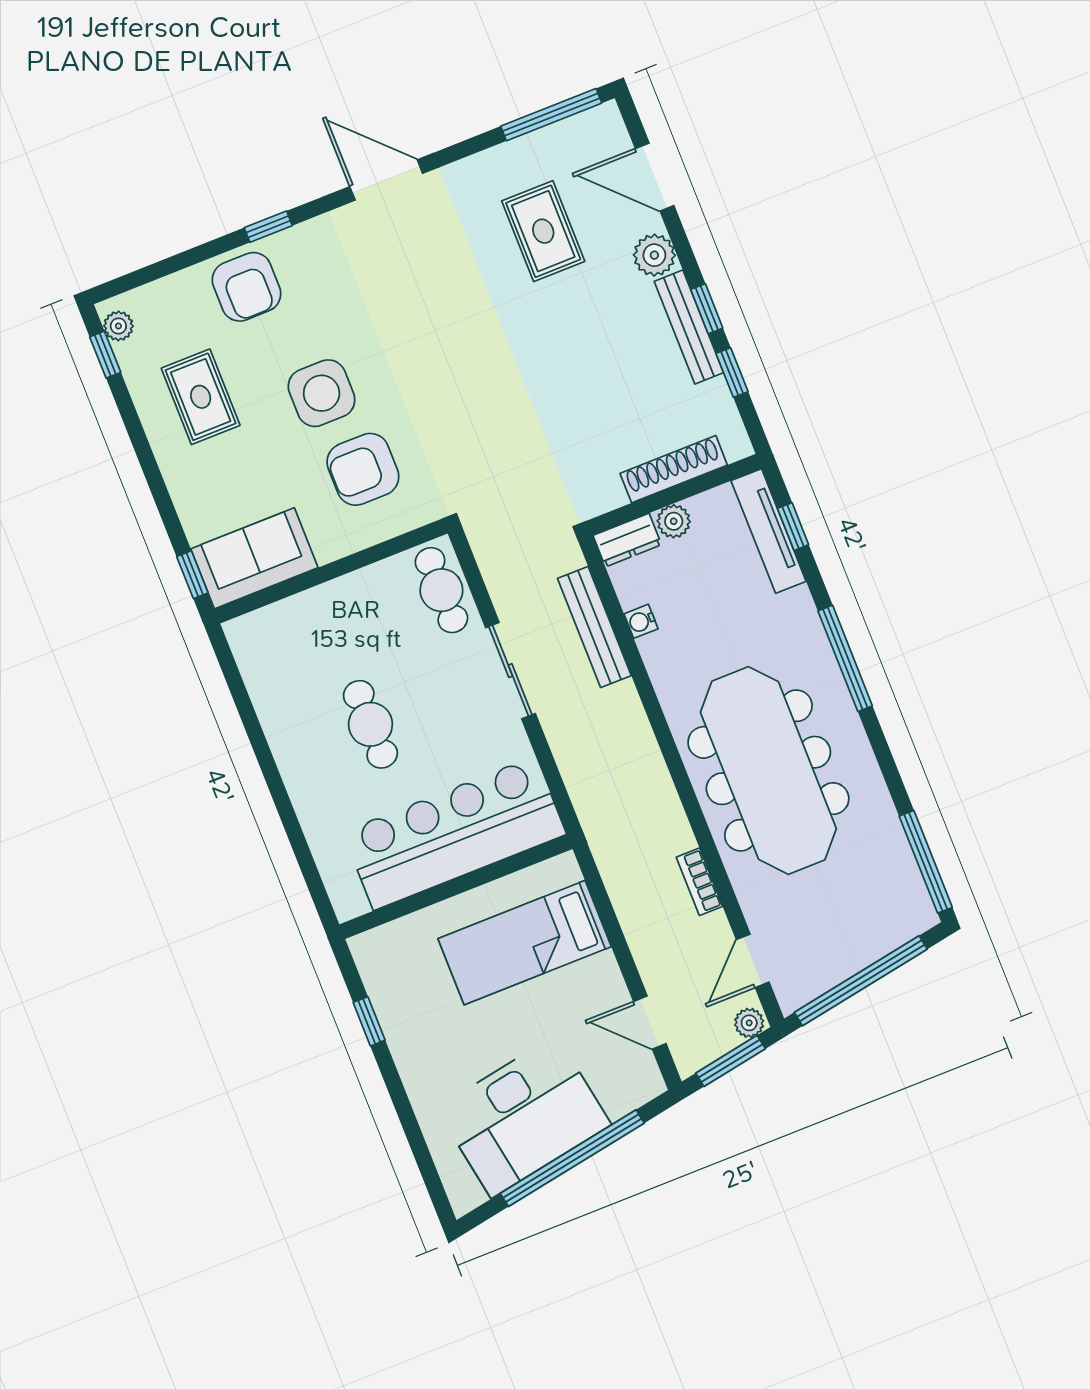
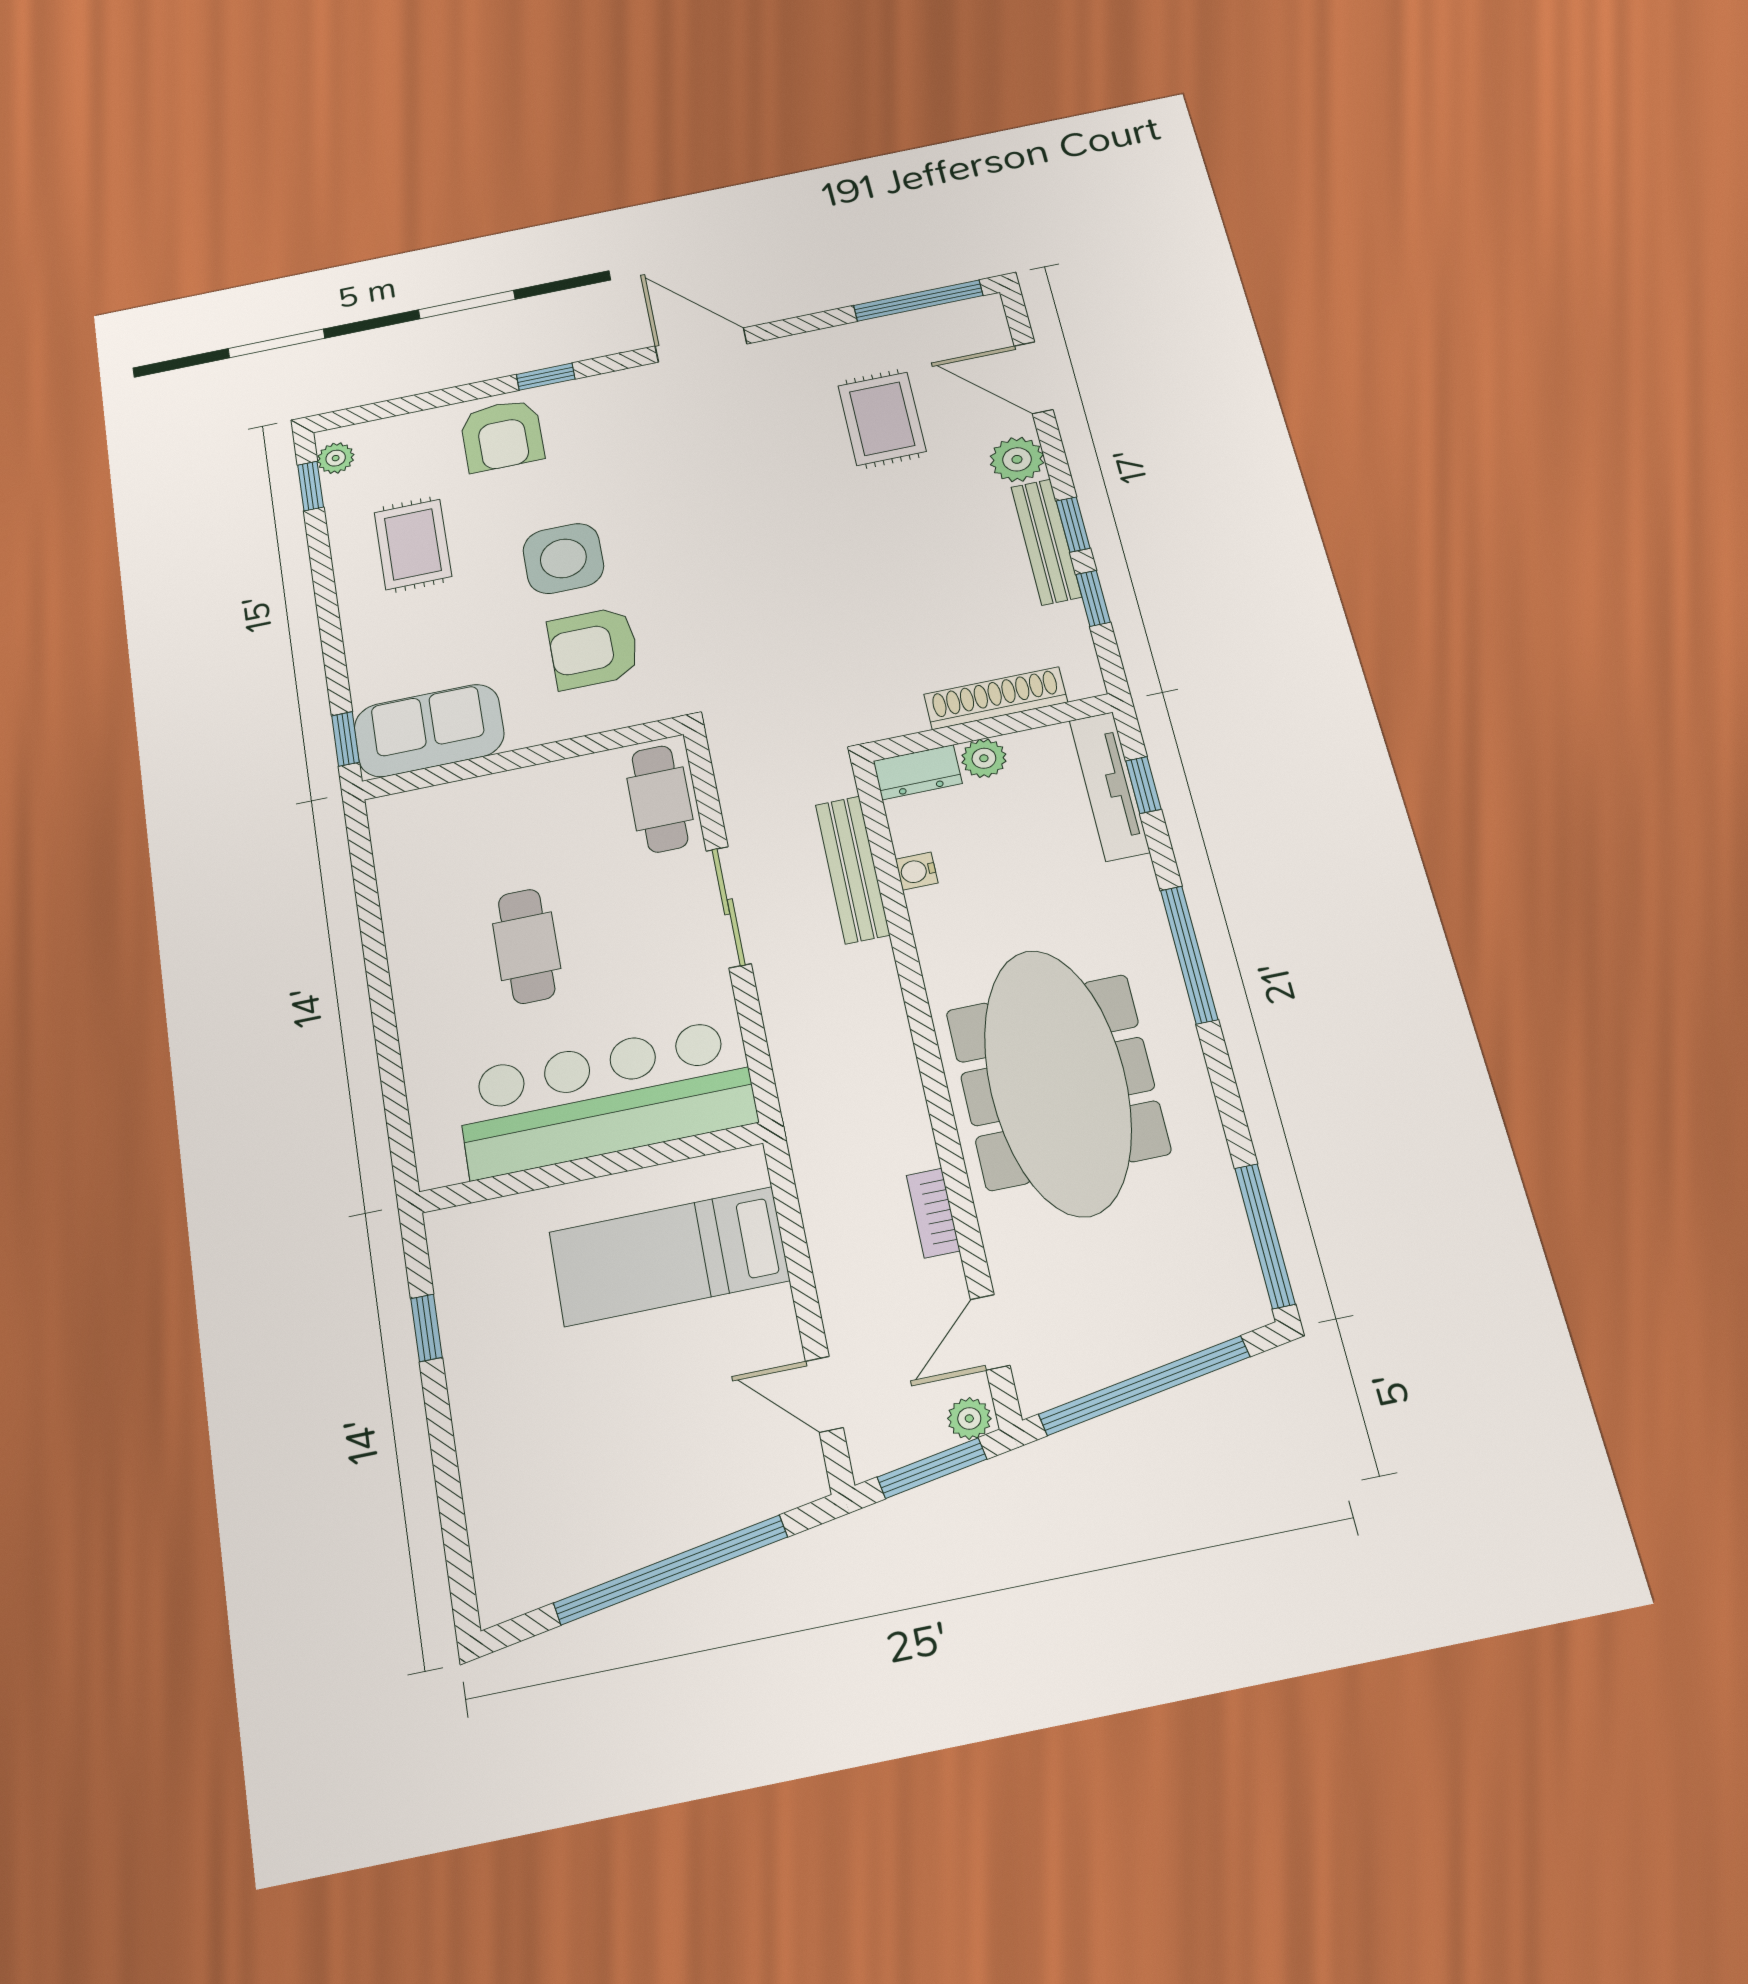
desk: (524, 1117) -> (613, 1497), removed

